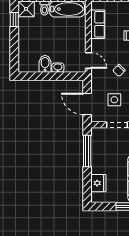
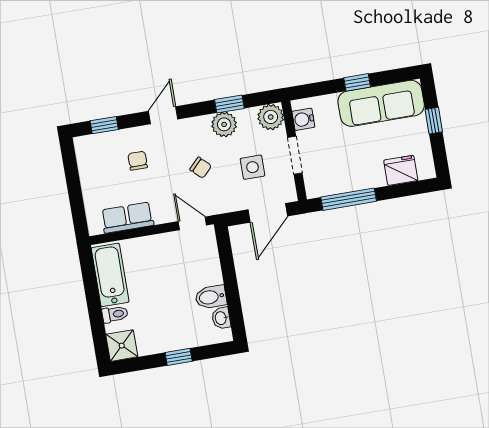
window: (14, 20) -> (179, 357), moved
door: (88, 60) -> (192, 223), hinge flipped
washbasin: (58, 68) -> (221, 318), moved

